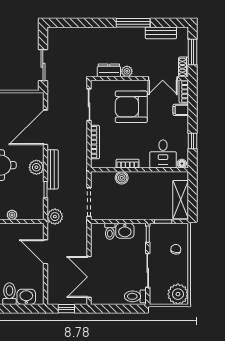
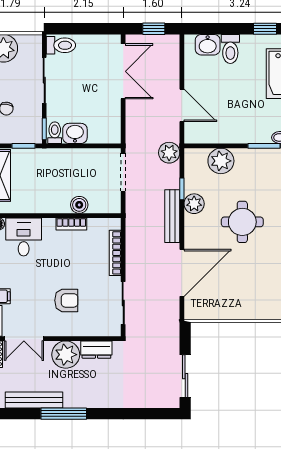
bench: (161, 33) -> (34, 400), width x1.36
sliding door: (43, 65) -> (185, 376), moved
plant: (127, 71) -> (66, 355), width x1.87, depth x1.87
double door: (163, 78) -> (24, 339), swing flipped
armchair: (131, 107) -> (66, 300), width x0.53, depth x0.53
plant: (36, 167) -> (194, 204), moved
plant: (12, 215) -> (221, 161), width x1.88, depth x1.88
toilet: (110, 231) -> (55, 133), moved

